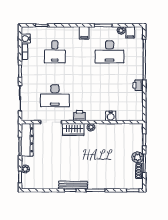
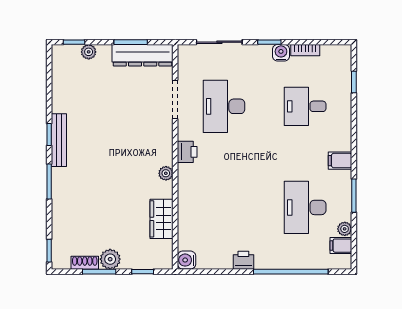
water cooler: (26, 39) -> (281, 53), moved
water cooler: (111, 116) -> (187, 260), moved
wardrobe: (73, 130) -> (161, 219), moved

